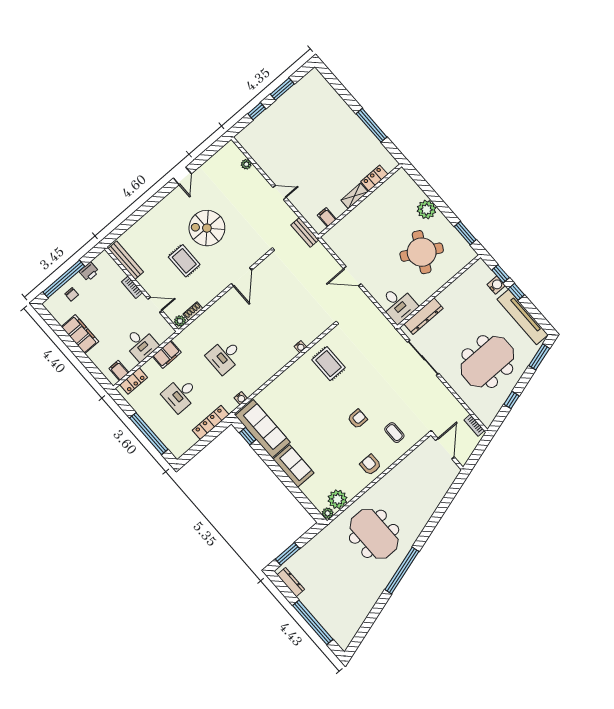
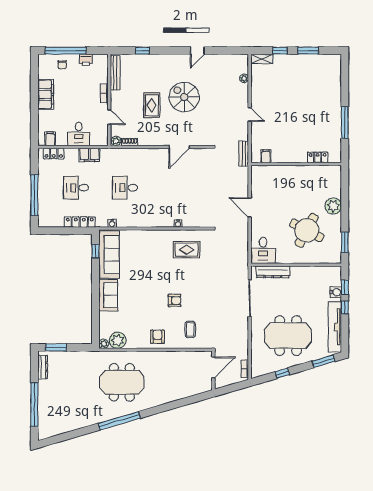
shelving: (354, 196) -> (262, 59), moved
window: (133, 219) -> (142, 51), added
rug: (329, 364) -> (187, 250), turned 90
meeting table: (374, 534) -> (122, 382), turned 90

